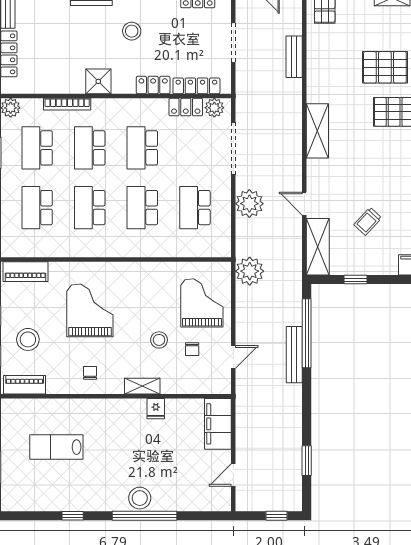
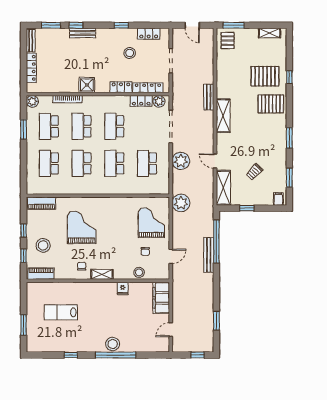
stool: (132, 31) -> (130, 53), moved
bench: (294, 57) -> (209, 97), moved
stool: (159, 340) -> (139, 272), moved
shelving: (142, 386) -> (102, 274), moved

